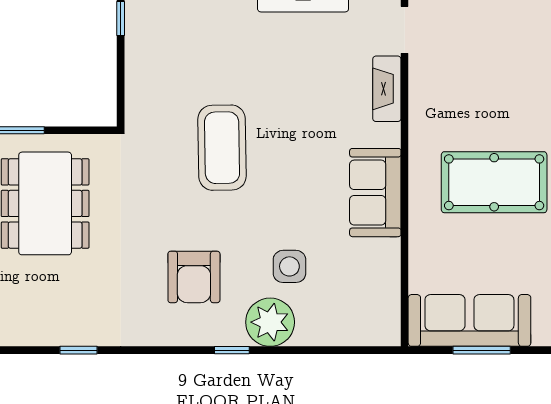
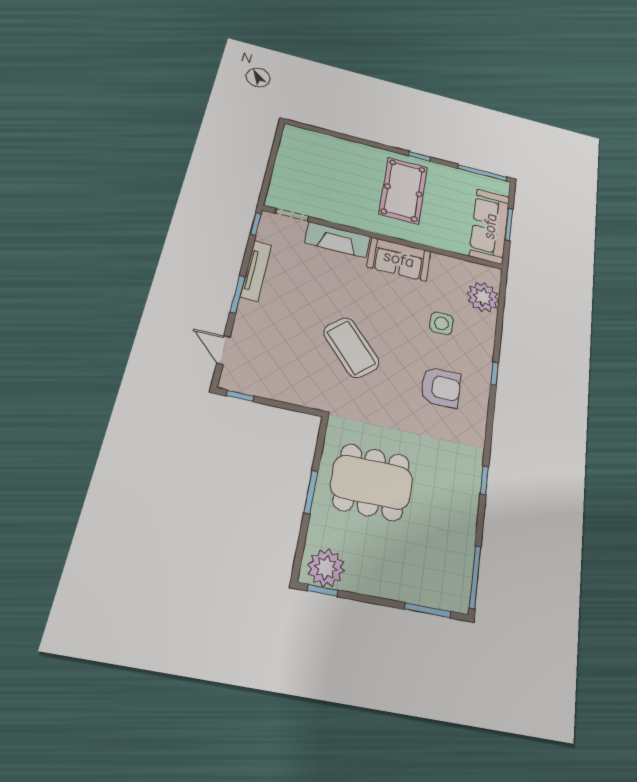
fireplace: (387, 89) -> (338, 240), width x1.37, depth x1.32
coffee table: (222, 148) -> (351, 347), turned 49
plant: (270, 322) -> (483, 297), moved

